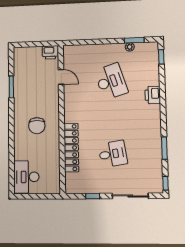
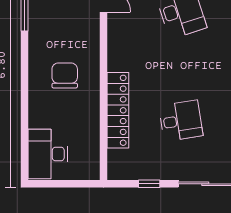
chair: (37, 126) -> (65, 75), turned 180

